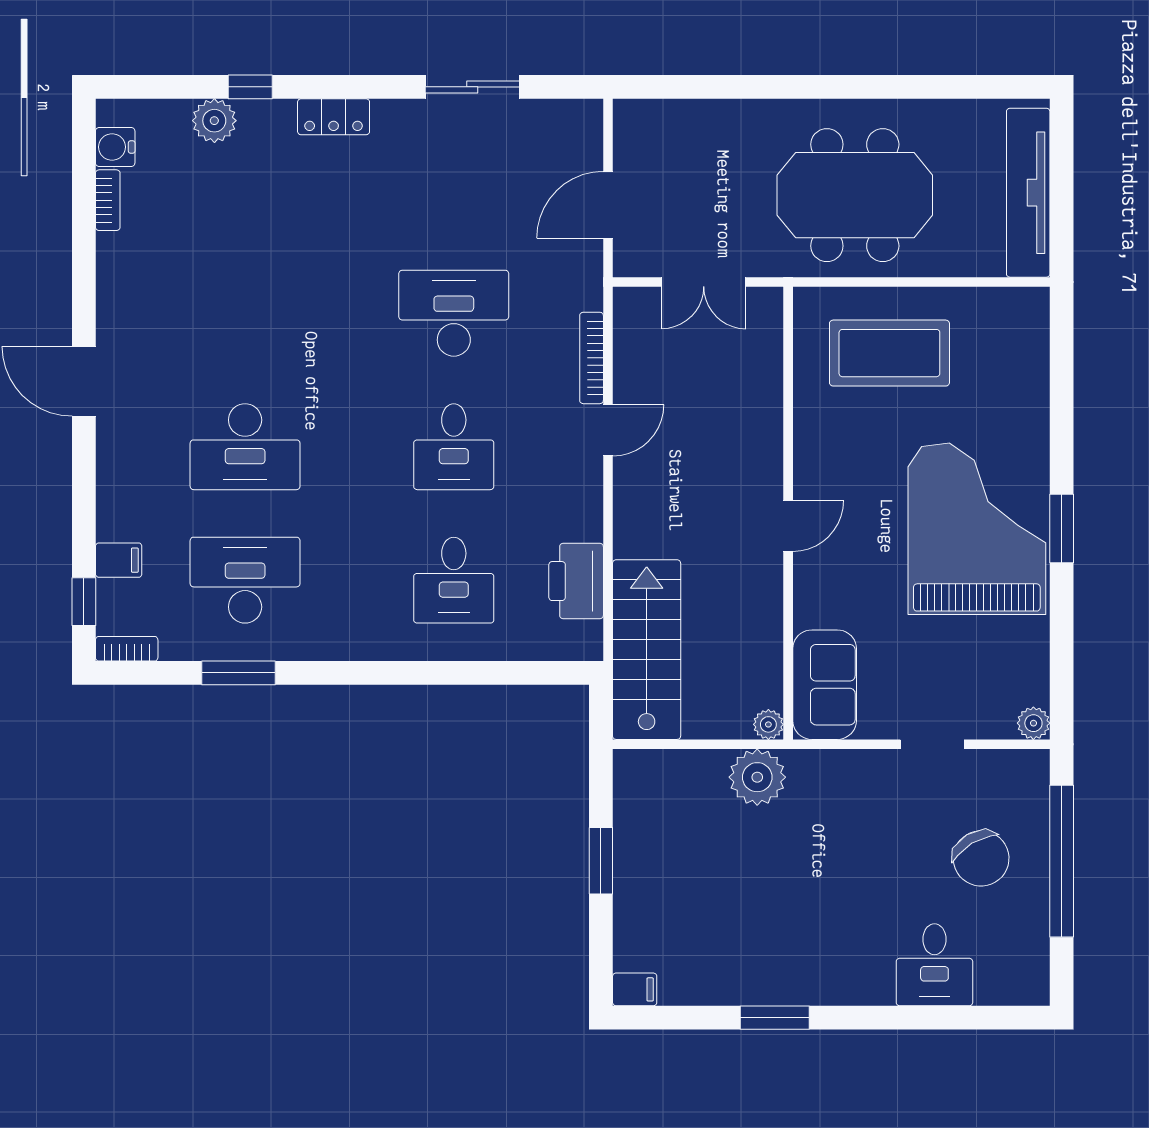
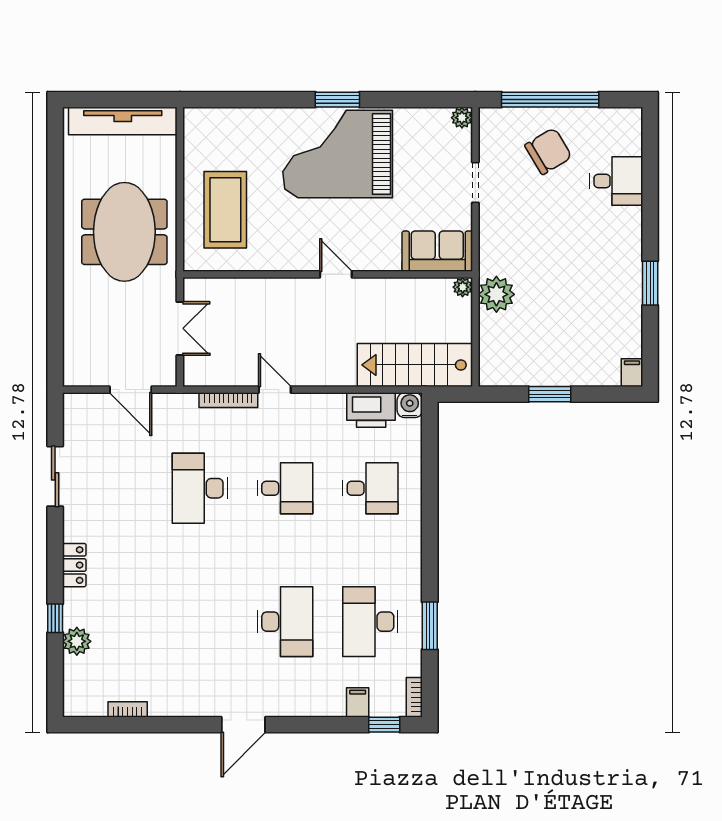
water cooler: (115, 147) -> (410, 405), moved, turned 180

